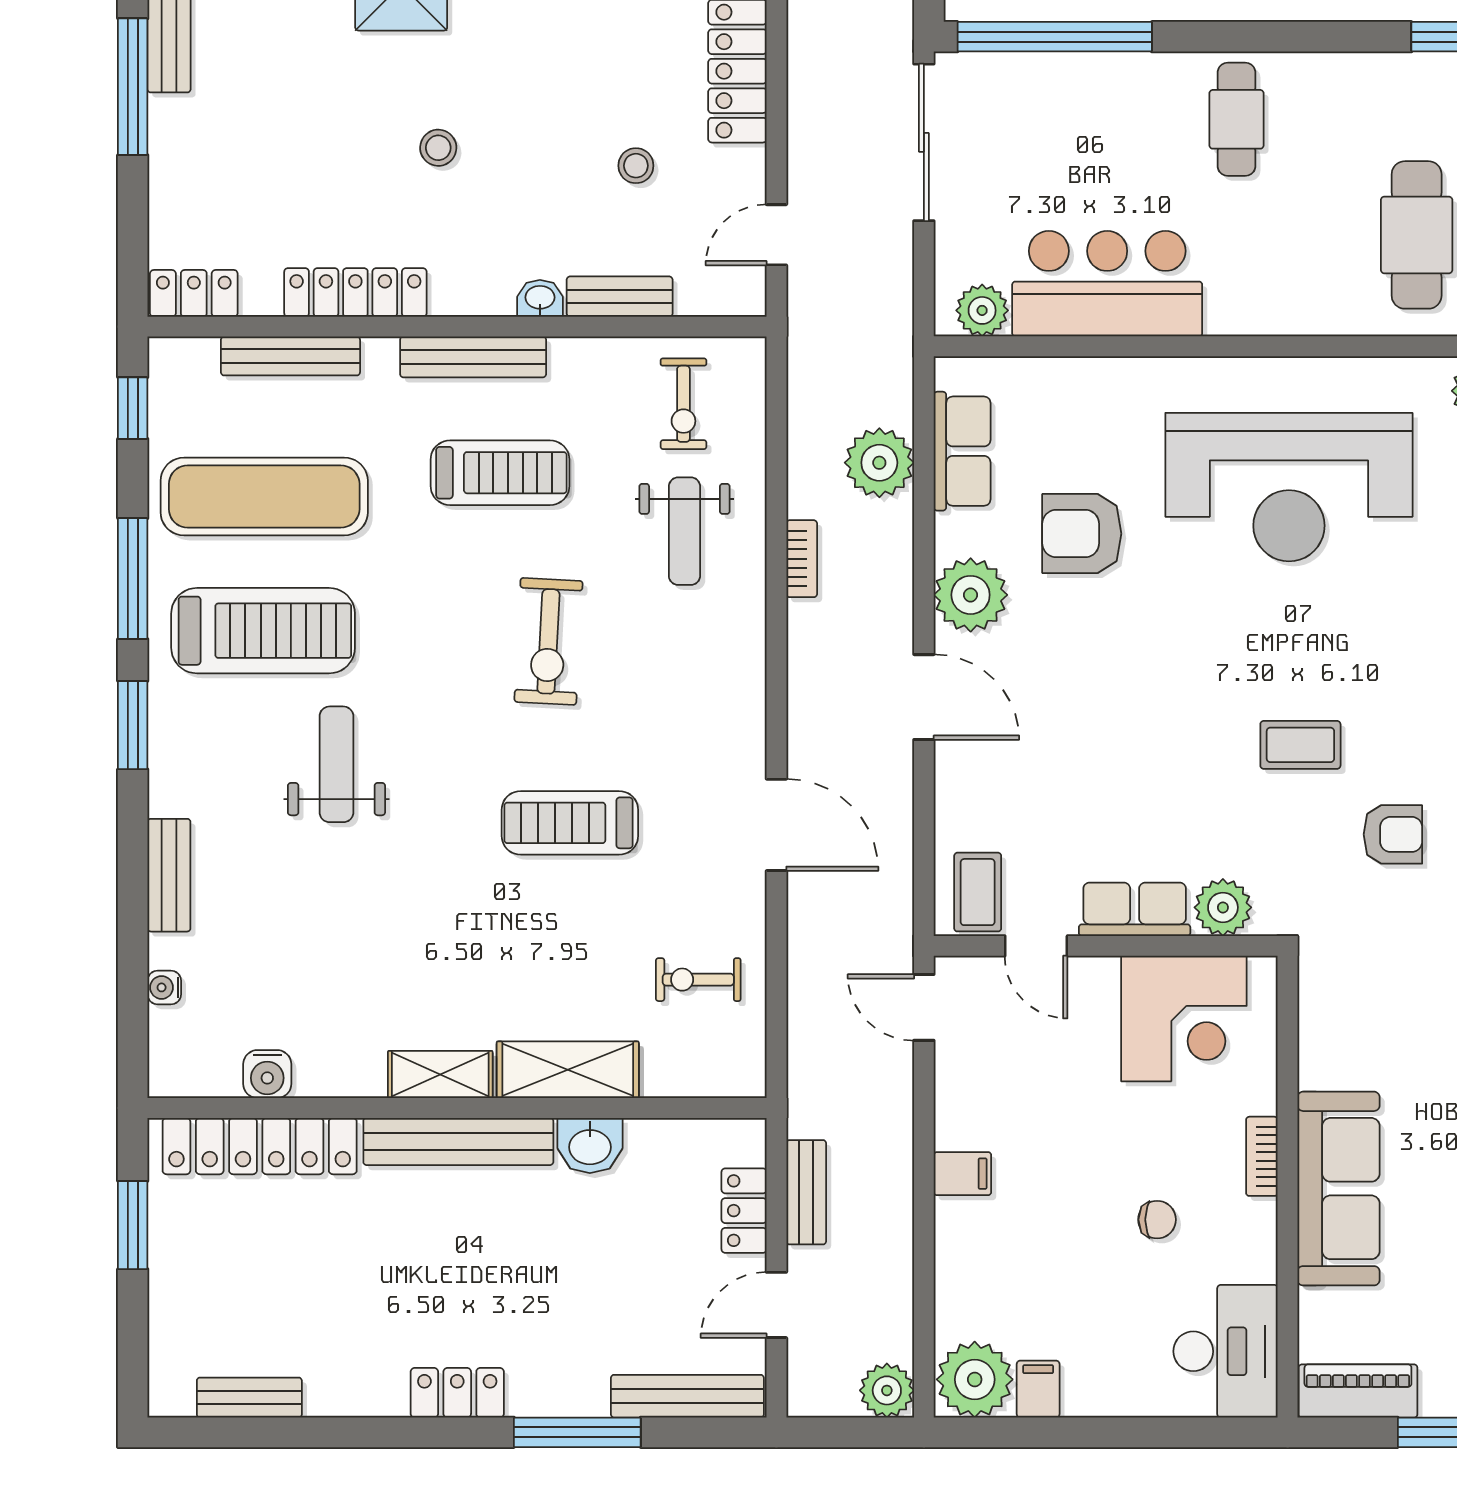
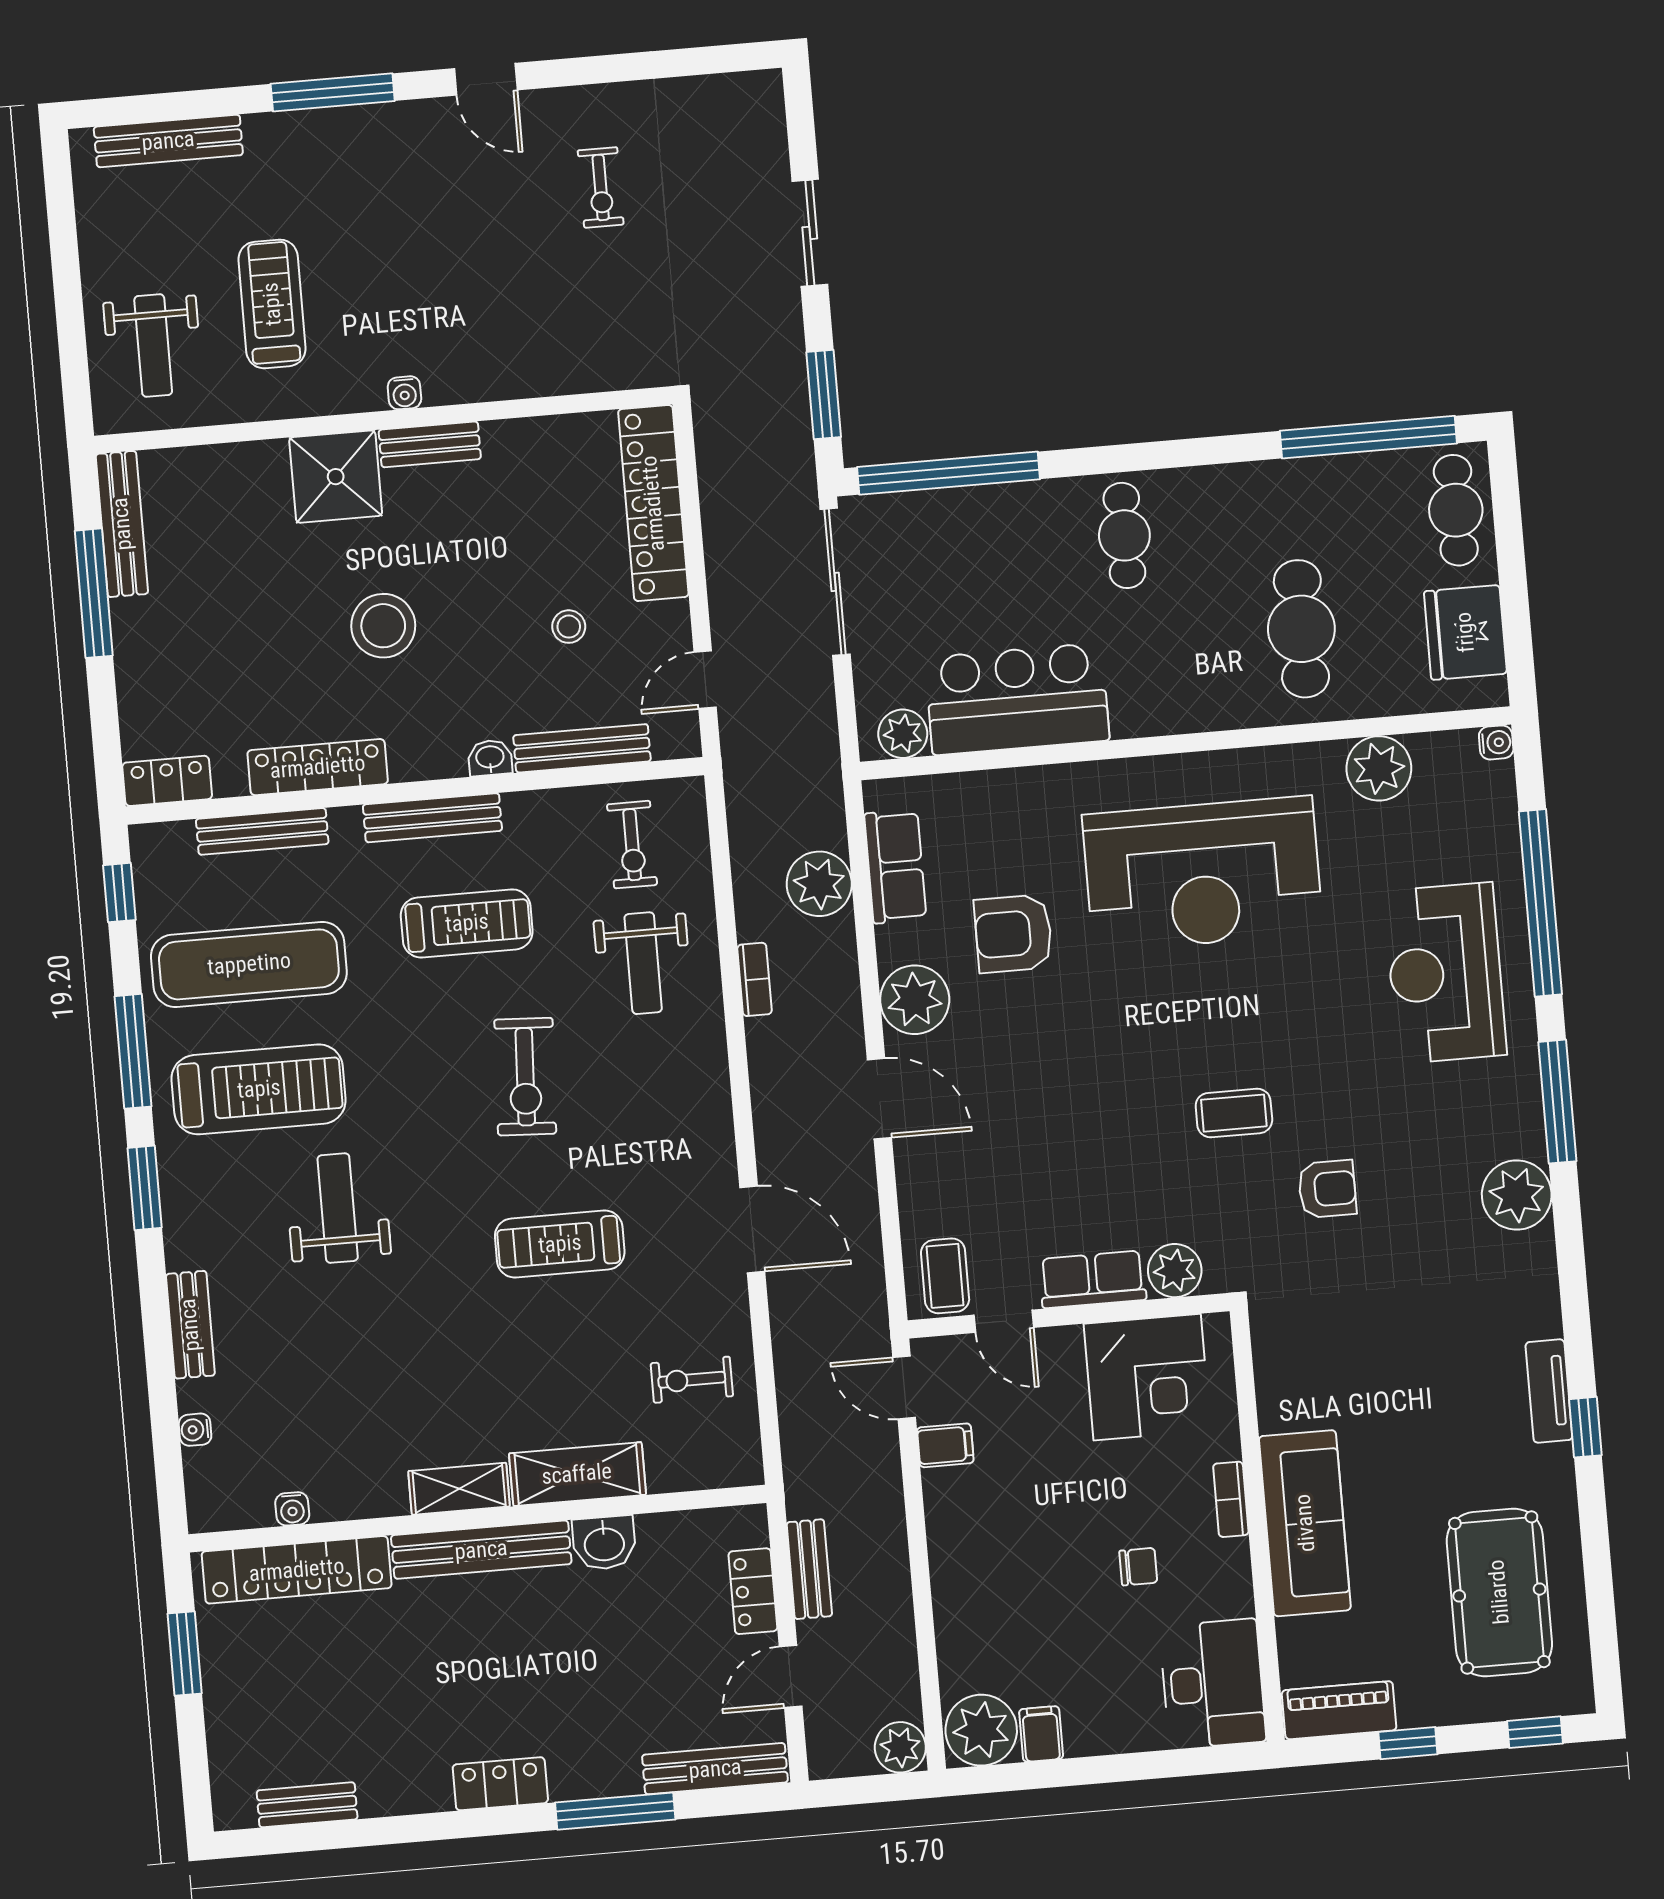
stool: (438, 148) -> (383, 626), width x1.89, depth x1.89
bench: (620, 297) -> (582, 748), width x1.36
water cooler: (267, 1074) -> (292, 1509), width x0.72, depth x0.72
filing cabinet: (962, 1174) -> (945, 1445), moved

